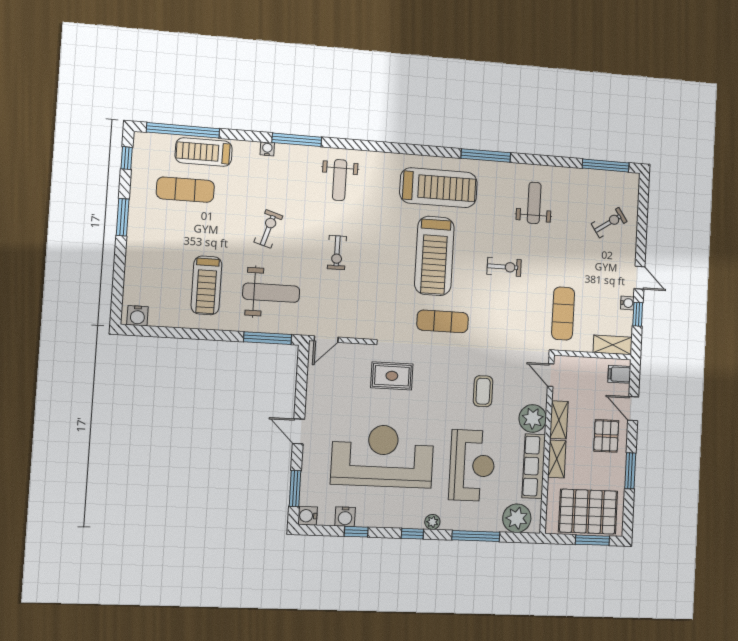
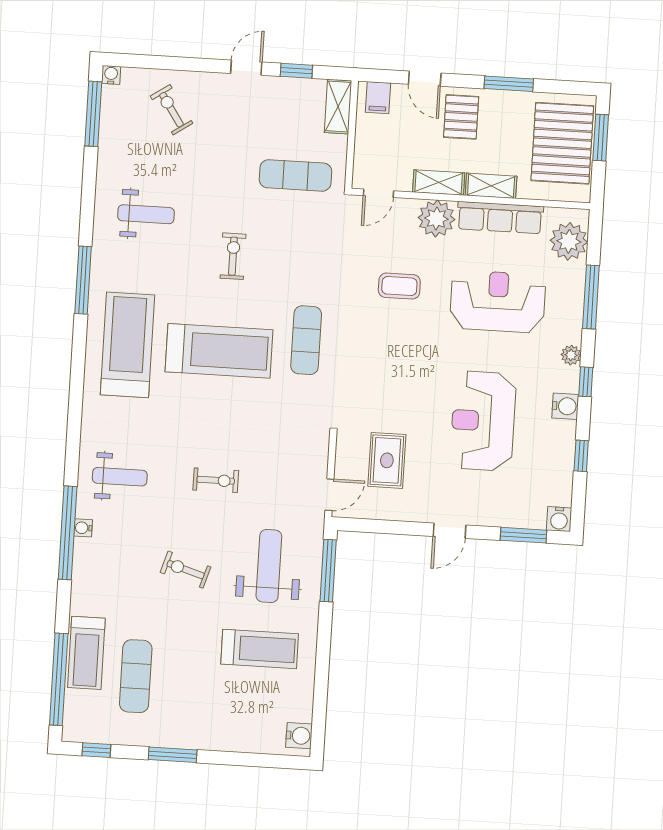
window: (297, 140) -> (68, 533), width x1.46
water cooler: (267, 149) -> (83, 528), moved
weight bench: (534, 203) -> (146, 214), turned 180
water cooler: (627, 303) -> (111, 75), moved
door: (326, 339) -> (329, 495), hinge flipped
rug: (392, 376) -> (387, 460), moved
door: (633, 409) -> (425, 79), hinge flipped
pallet: (606, 436) -> (461, 117), turned 90
reception desk: (383, 456) -> (483, 421), width x0.74, depth x0.77
water cooler: (345, 517) -> (565, 406), moved

